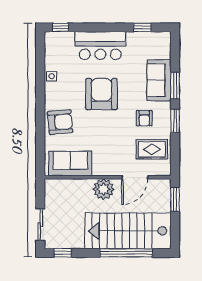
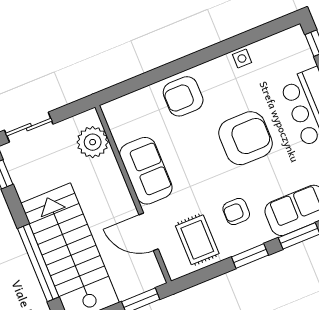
armchair: (60, 122) -> (183, 96), turned 95
sofa: (70, 164) -> (146, 171), moved
plant: (104, 189) -> (93, 142), moved

